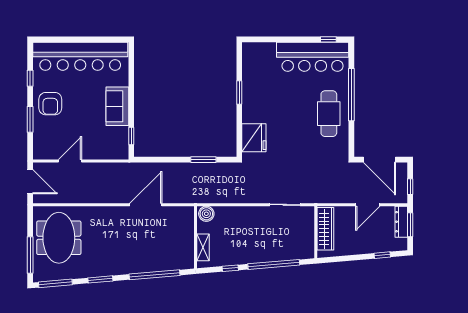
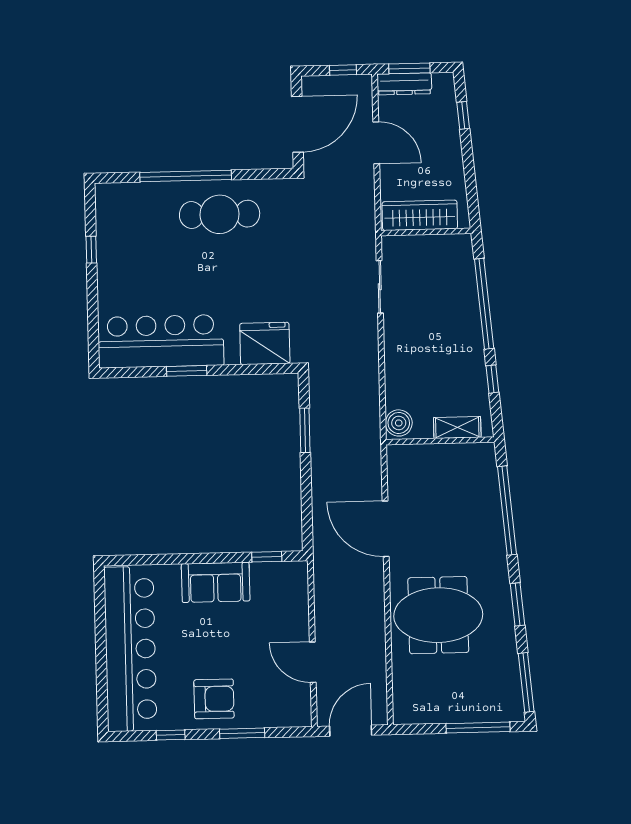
window: (328, 39) -> (91, 250), moved
bar counter: (313, 57) -> (161, 341), moved, turned -90
meeting table: (59, 238) -> (438, 615), moved

